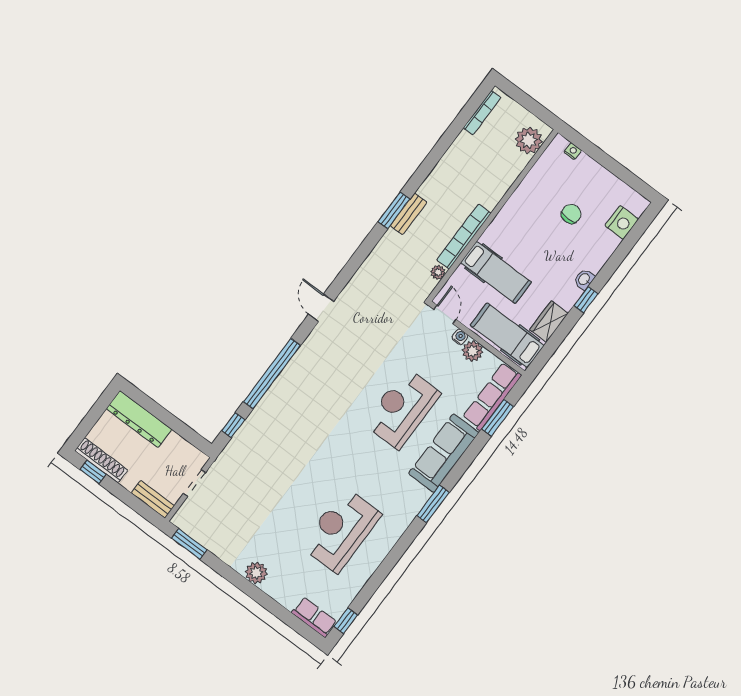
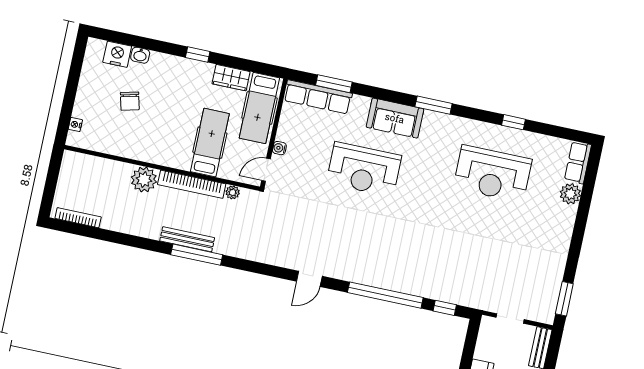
plant: (529, 140) -> (144, 180), moved
window: (394, 210) -> (197, 255), width x1.44
bench: (409, 214) -> (187, 239), width x1.36
chair: (571, 214) -> (130, 101), turned -104
washbasin: (584, 279) -> (140, 55), moved
plant: (473, 351) -> (287, 132), removed
sofa: (444, 453) -> (395, 118), width x0.73
plant: (256, 573) -> (570, 194), moved
window: (346, 621) -> (513, 122), moved

